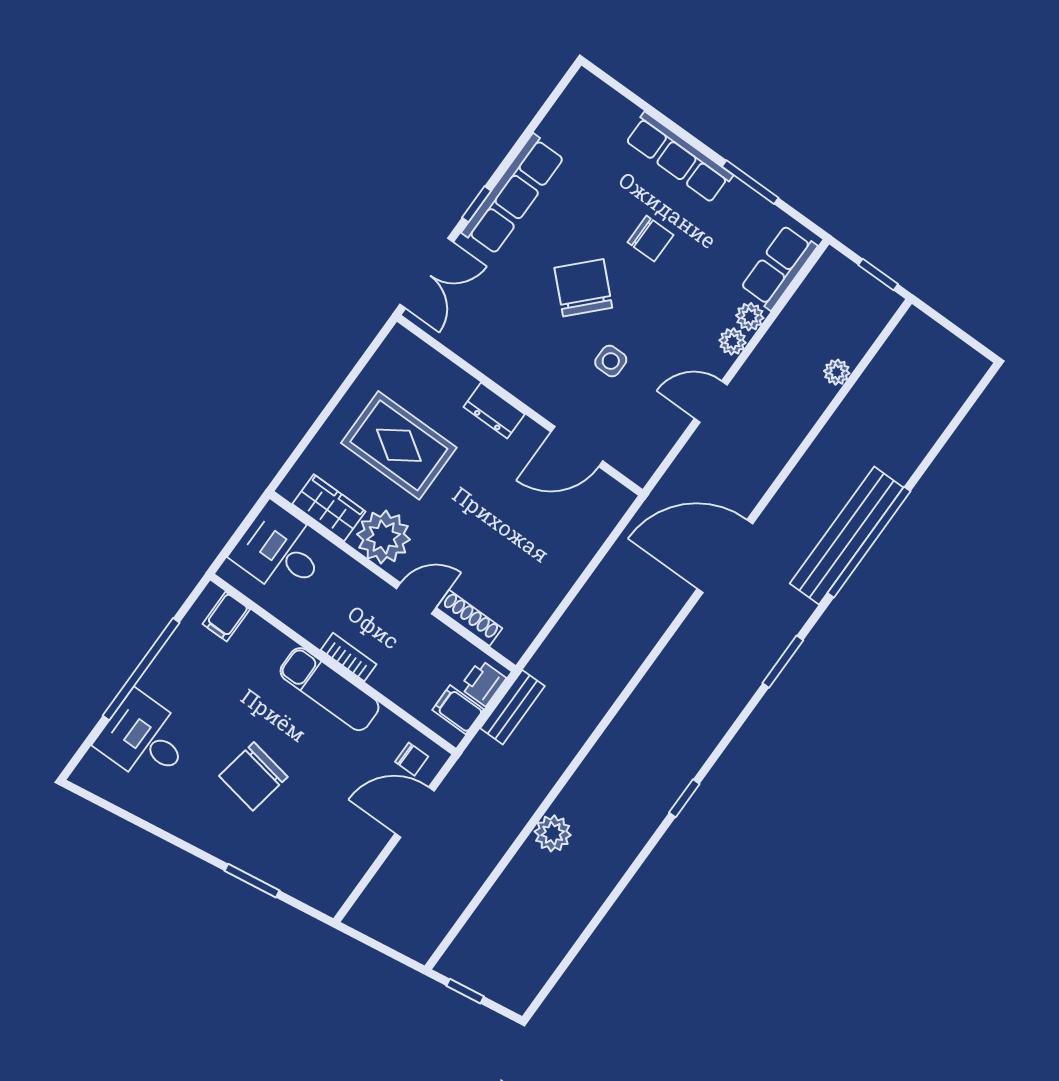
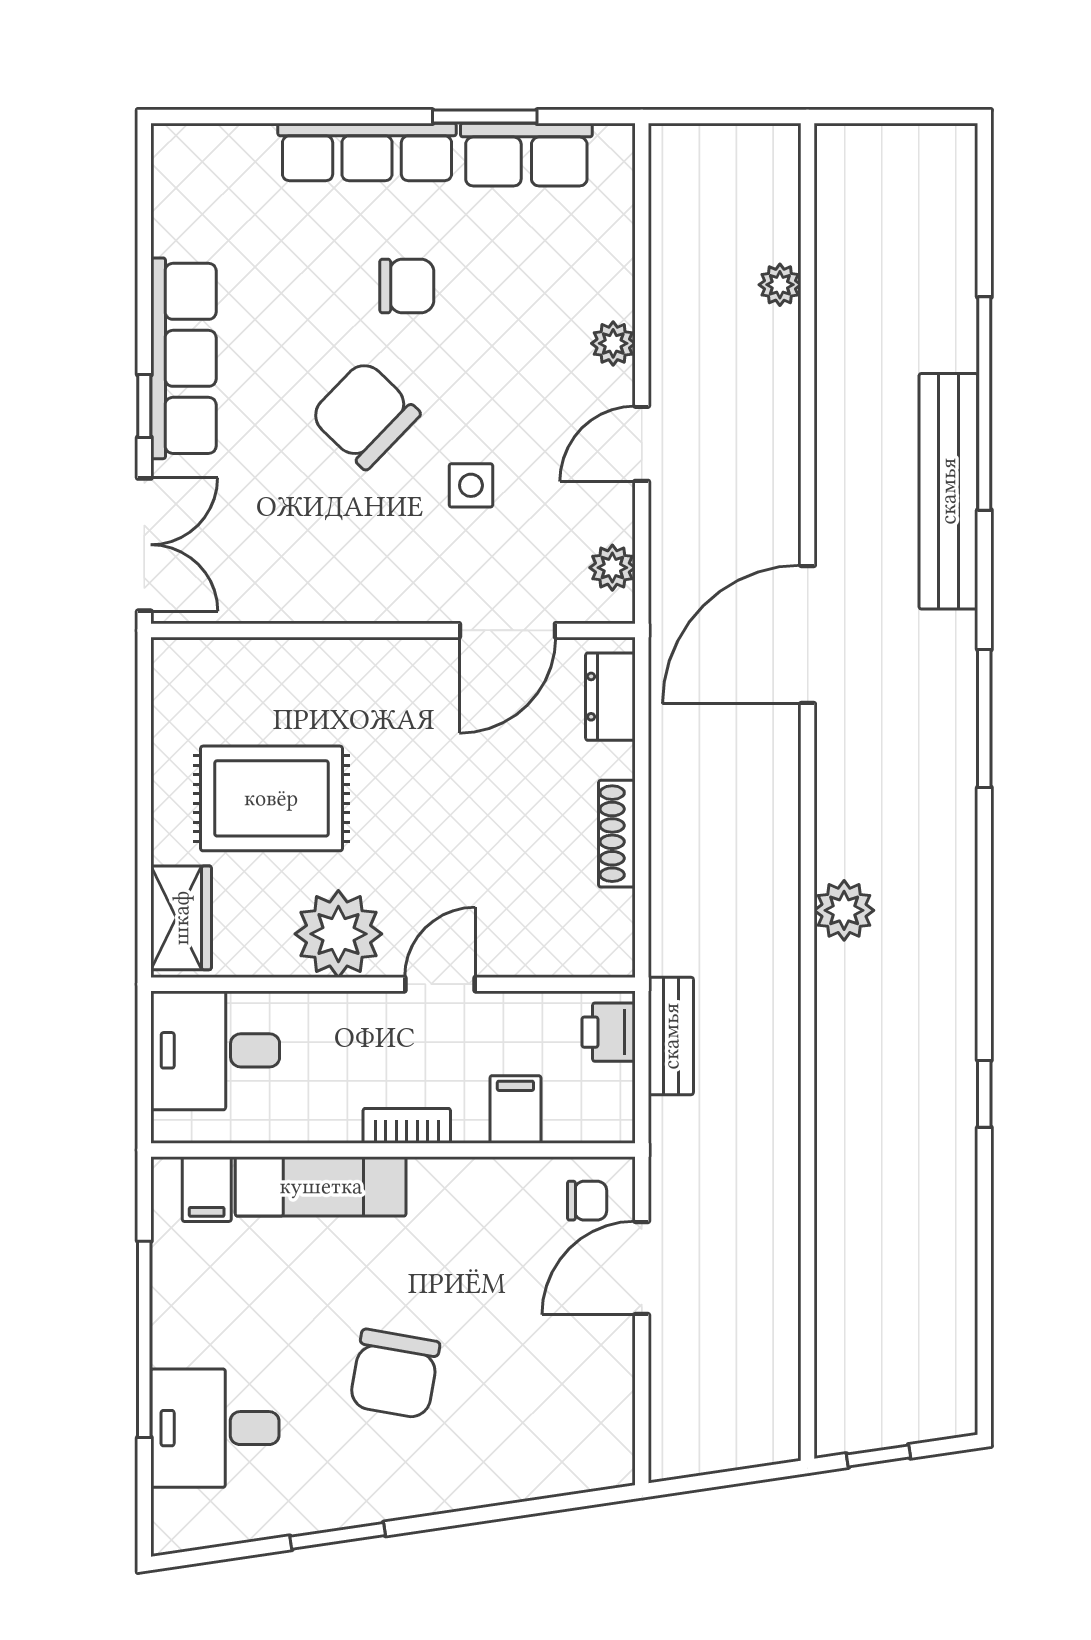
row of seats: (779, 267) -> (526, 155), moved, turned -90
window: (878, 274) -> (742, 117), removed
plant: (750, 317) -> (612, 568), moved
dresser: (494, 411) -> (610, 697), moved, turned 90
wardrobe: (329, 508) -> (181, 918), moved, turned 90
window: (869, 542) -> (984, 403), moved
shoe rack: (469, 618) -> (617, 834), moved, turned -90
window: (783, 662) -> (984, 718), width x1.44
exam couch: (329, 689) -> (321, 1186), moved
filing cabinet: (458, 710) -> (515, 1109), moved, turned 90
window: (684, 798) -> (984, 1094), moved
plant: (553, 833) -> (844, 910), moved
window: (252, 881) -> (338, 1536), moved

